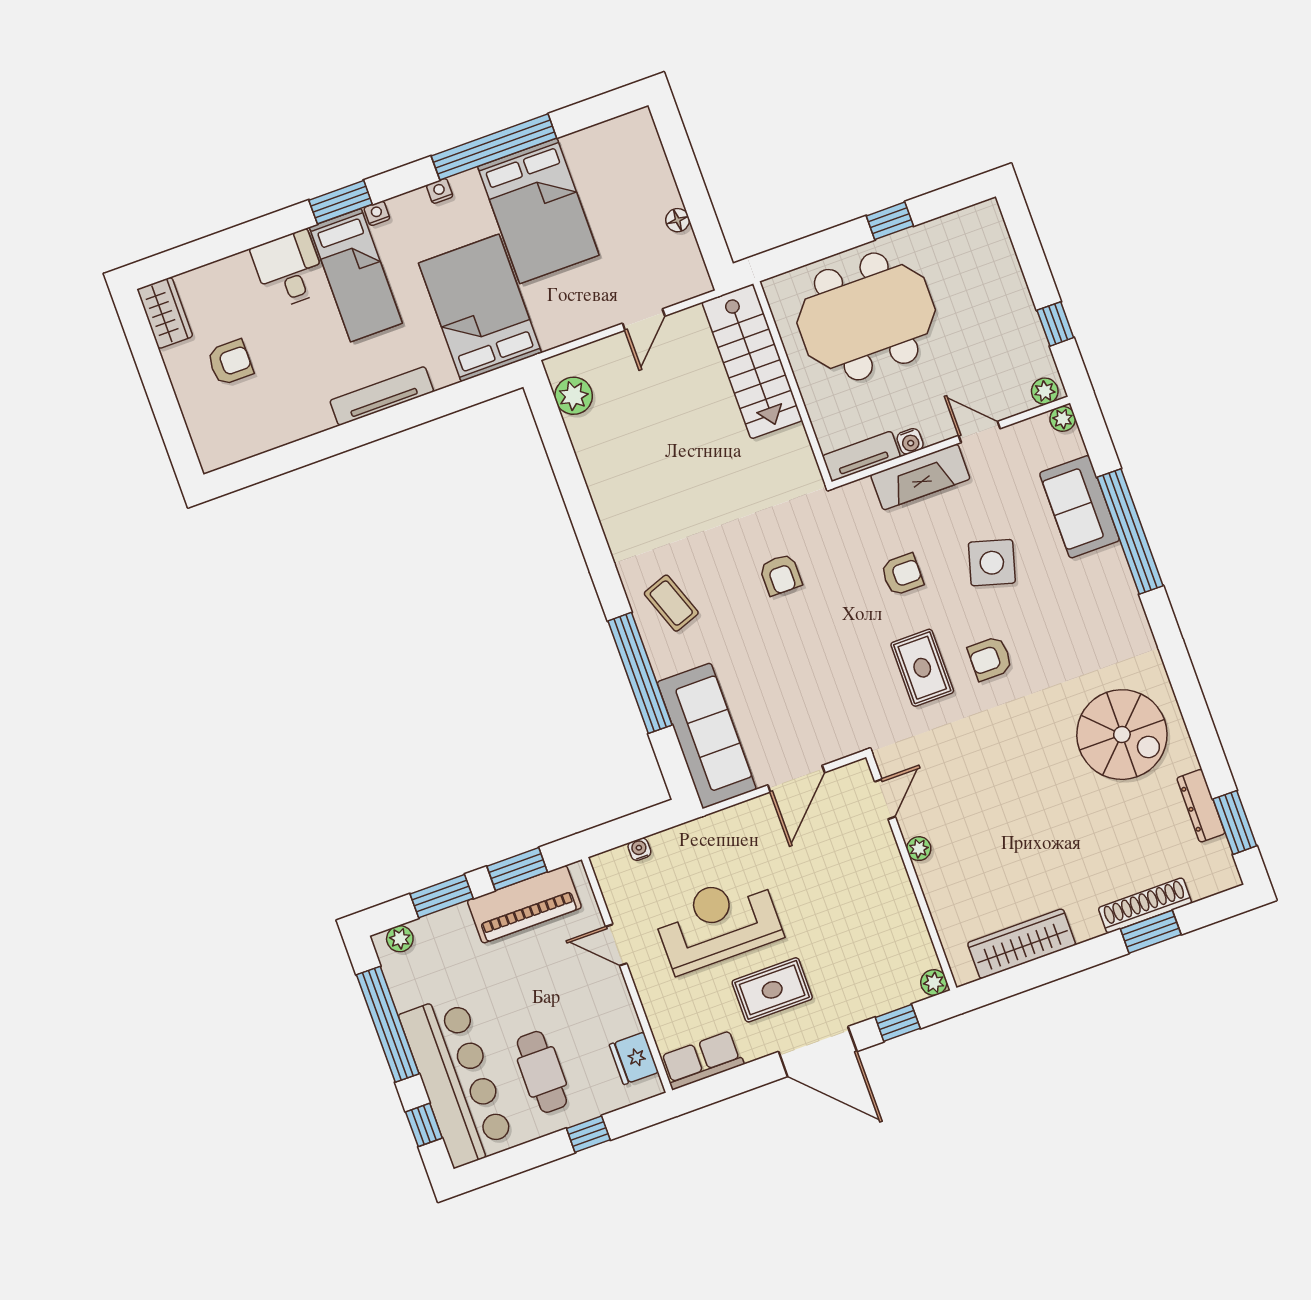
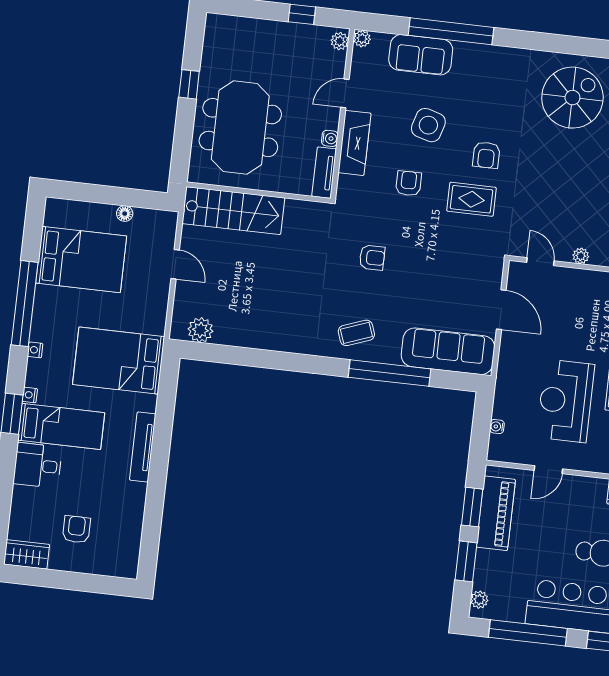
bed: (538, 211) -> (81, 259), moved

